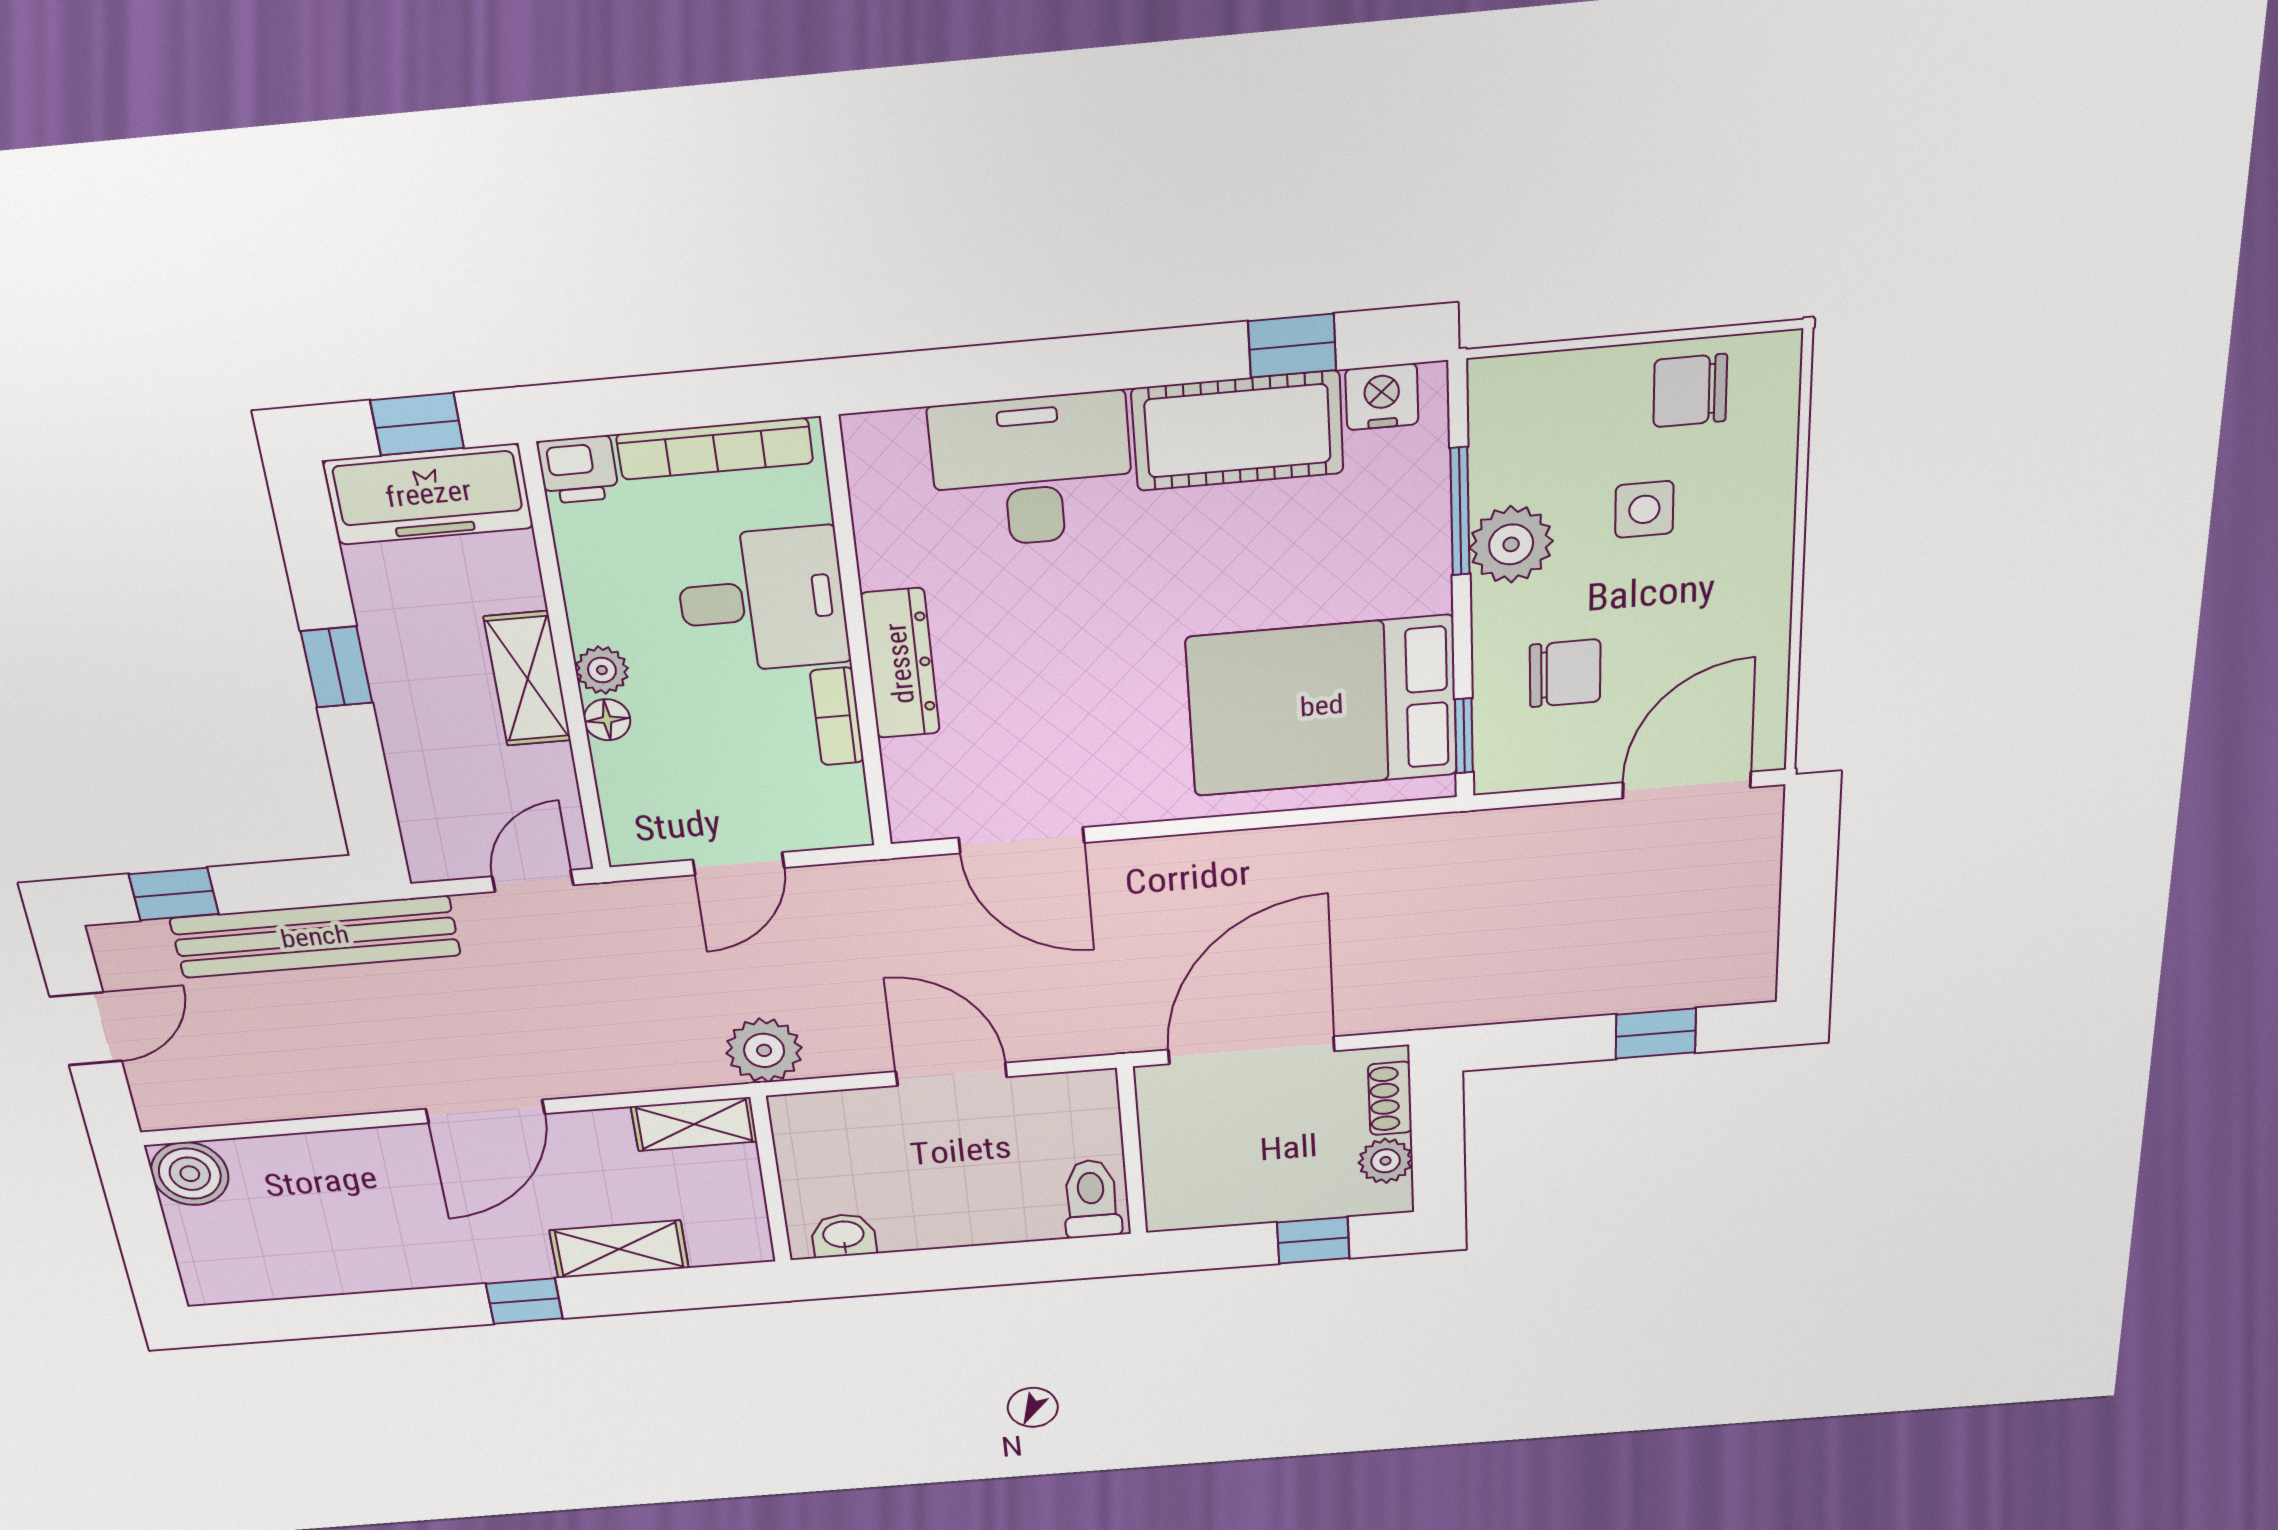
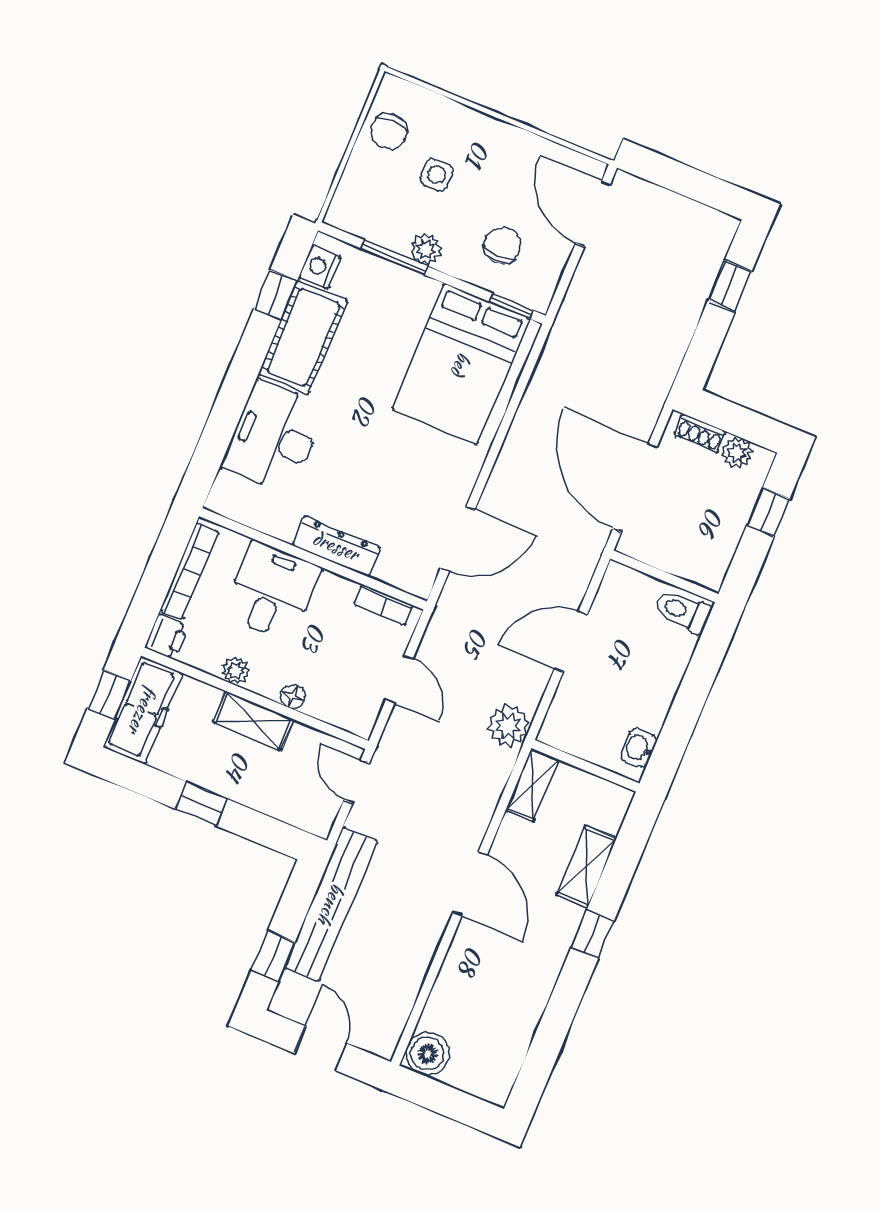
plant: (1511, 544) -> (426, 249), width x0.73, depth x0.73
plant: (602, 670) -> (236, 671), moved
bookcase: (837, 716) -> (383, 605), moved

